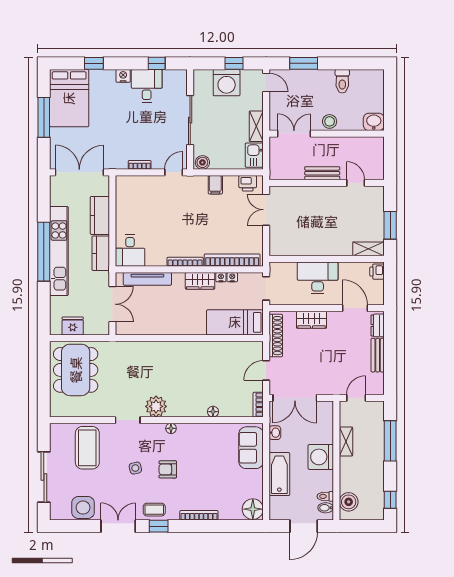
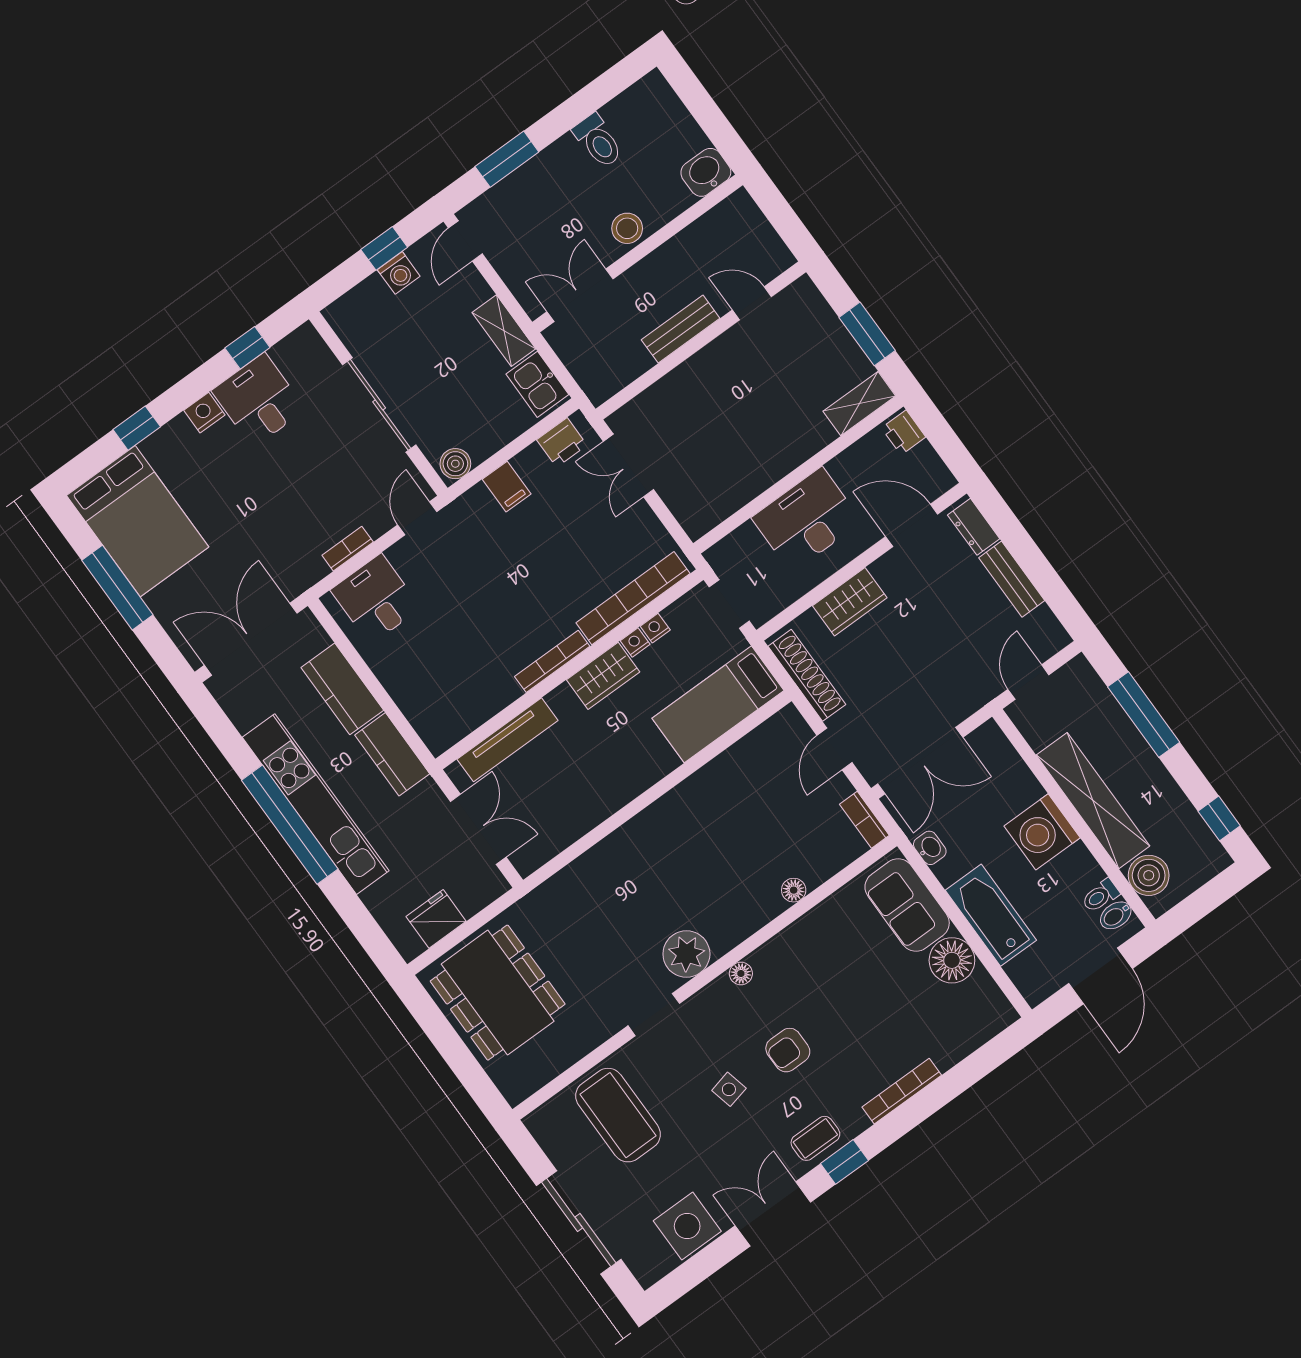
washing machine: (227, 83) -> (399, 273), width x0.53, depth x0.53
door: (266, 83) -> (465, 241), swing flipped
desk: (130, 251) -> (376, 599), moved, turned 180
shelving: (346, 441) -> (1093, 801), width x2.20, depth x1.33
floor lamp: (253, 509) -> (952, 960), moved

